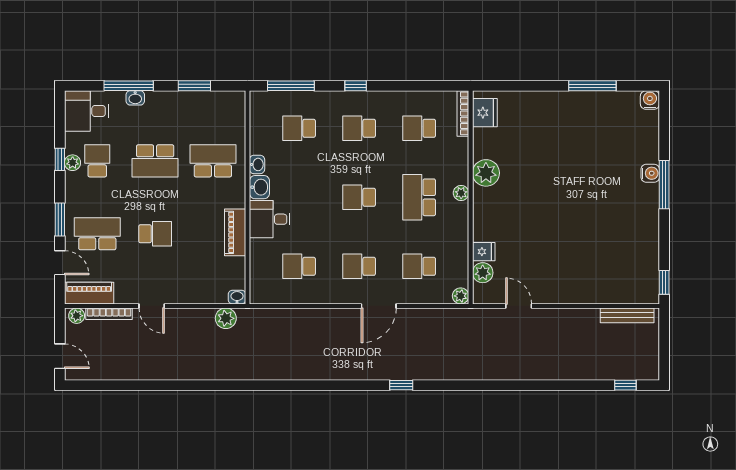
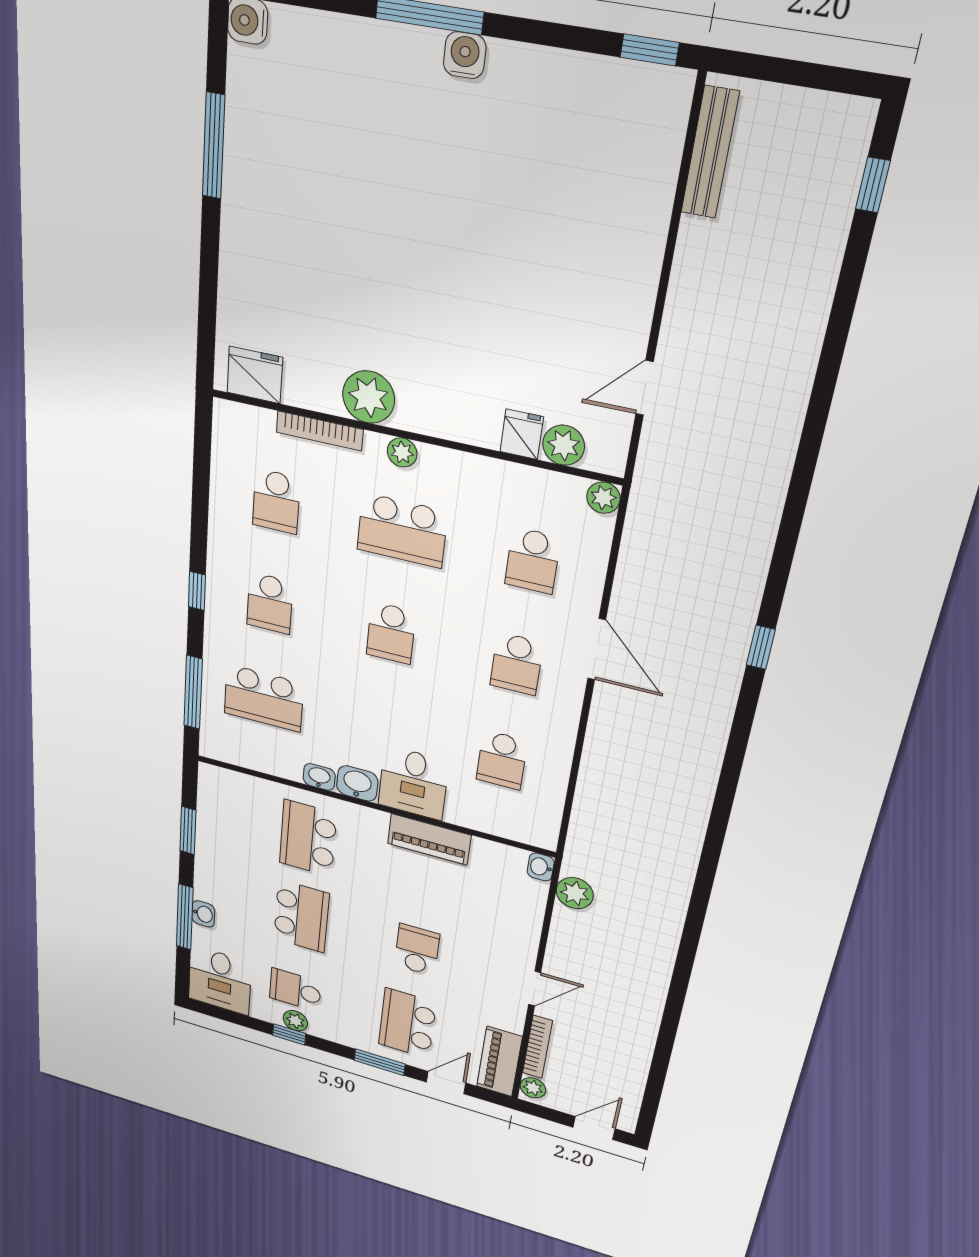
bookcase: (463, 113) -> (320, 431), moved
school desk: (299, 128) -> (264, 698), width x1.85
water cooler: (650, 173) -> (465, 55), moved

